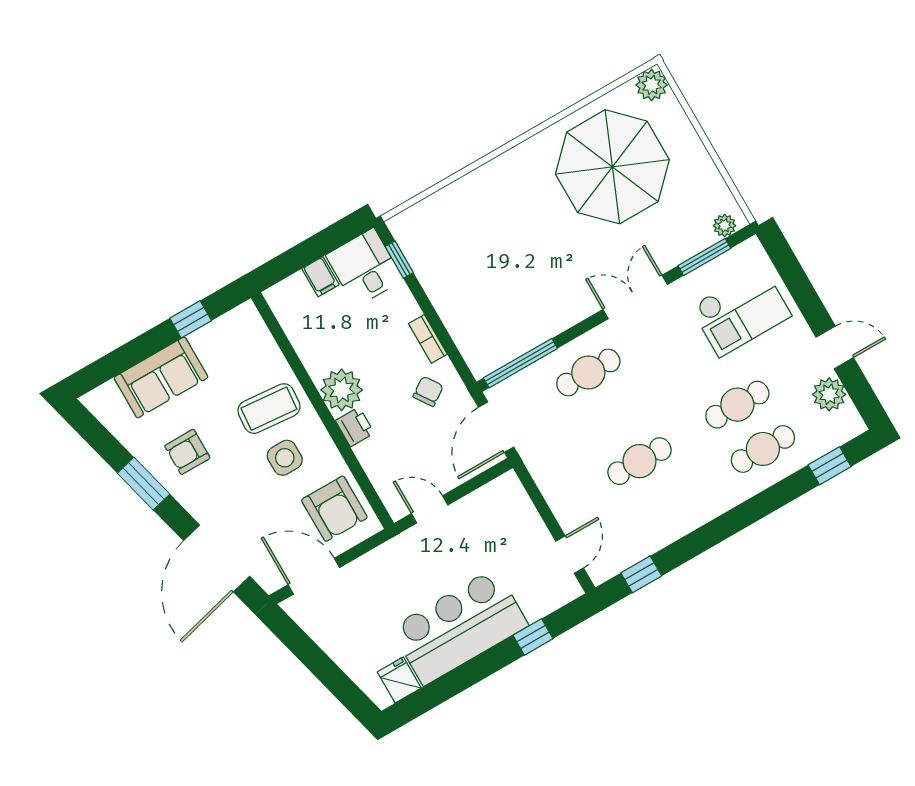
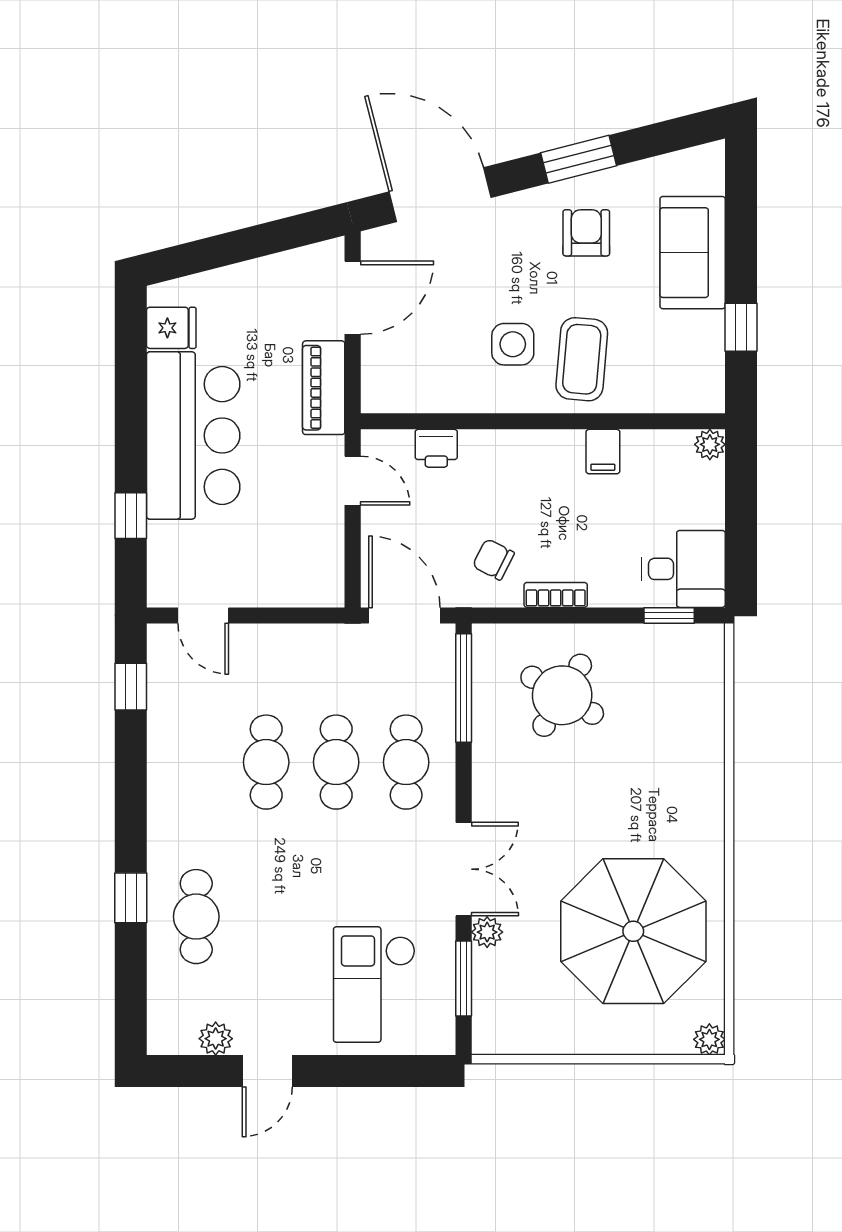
plant: (652, 85) -> (709, 1039), width x0.73, depth x0.73
plant: (725, 226) -> (487, 932), moved
filing cabinet: (320, 277) -> (603, 452), moved, turned -90
round table: (489, 298) -> (562, 695), added
plant: (342, 390) -> (710, 444), moved, width x0.53, depth x0.53
chair: (428, 391) -> (493, 559), turned 151
plant: (829, 394) -> (216, 1039), width x0.73, depth x0.73
cafe table: (737, 405) -> (336, 762), moved
printer: (355, 427) -> (436, 448), moved
window: (830, 466) -> (131, 898), moved
armchair: (334, 509) -> (418, 368), removed
door: (430, 509) -> (353, 481), hinge flipped
piano: (381, 562) -> (324, 388), added

